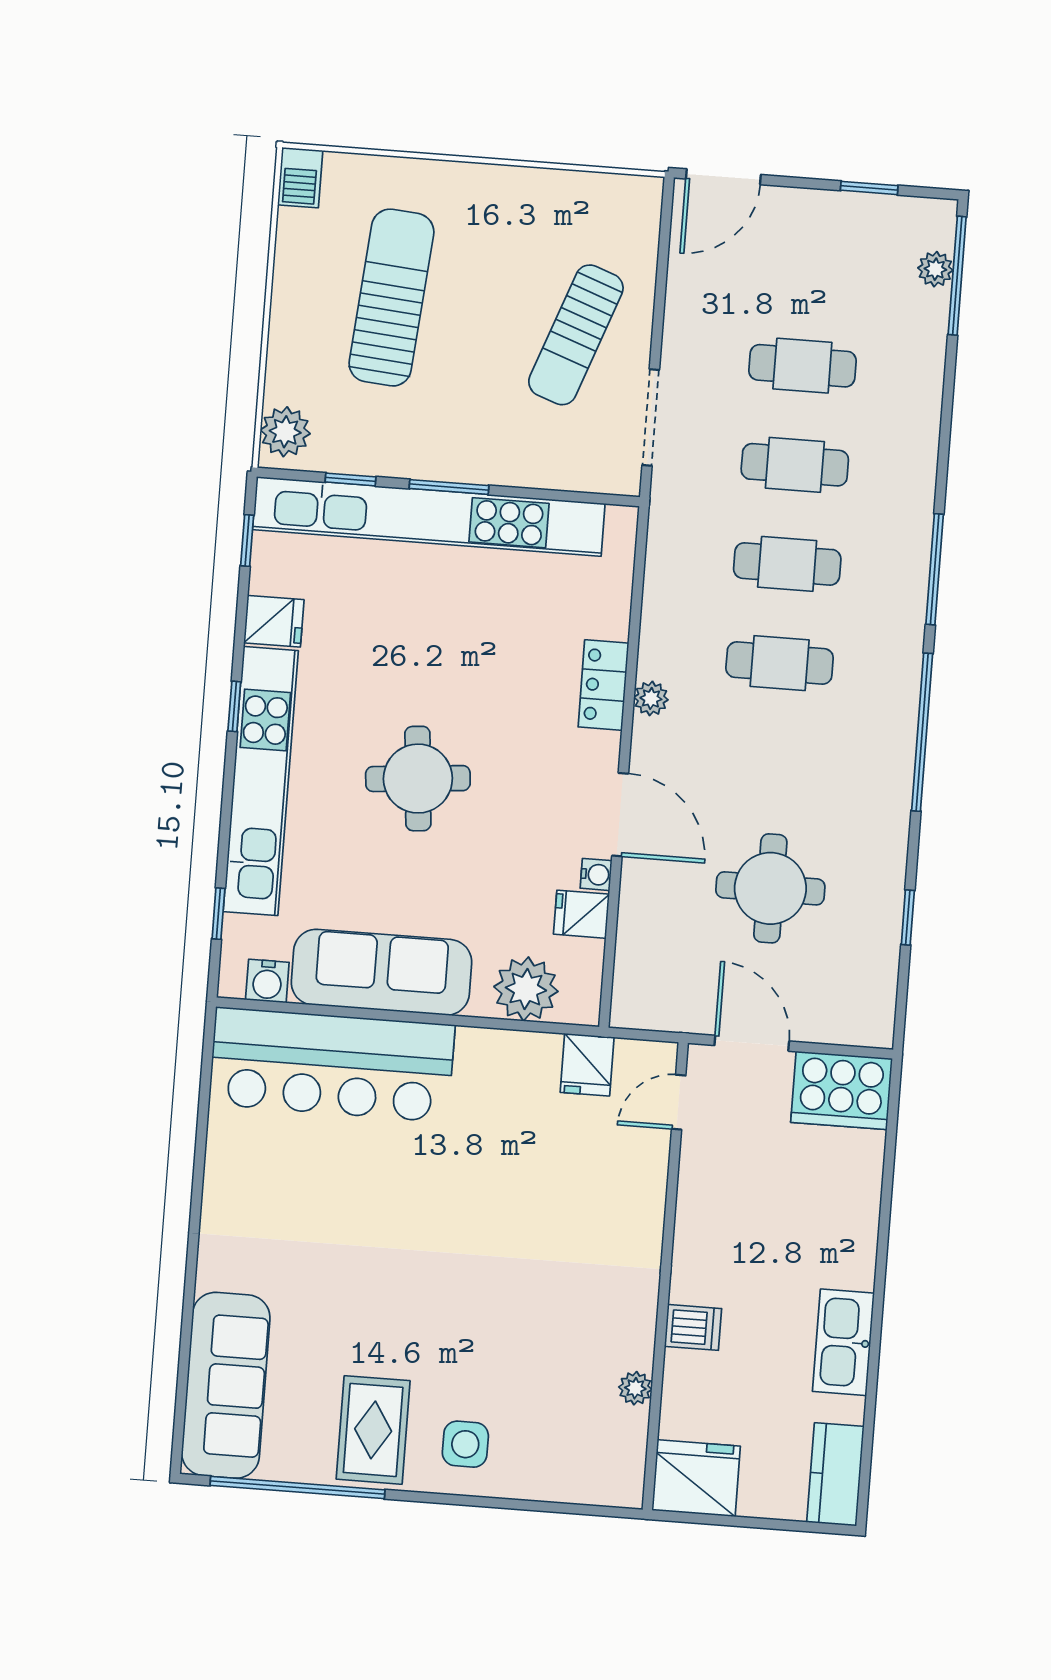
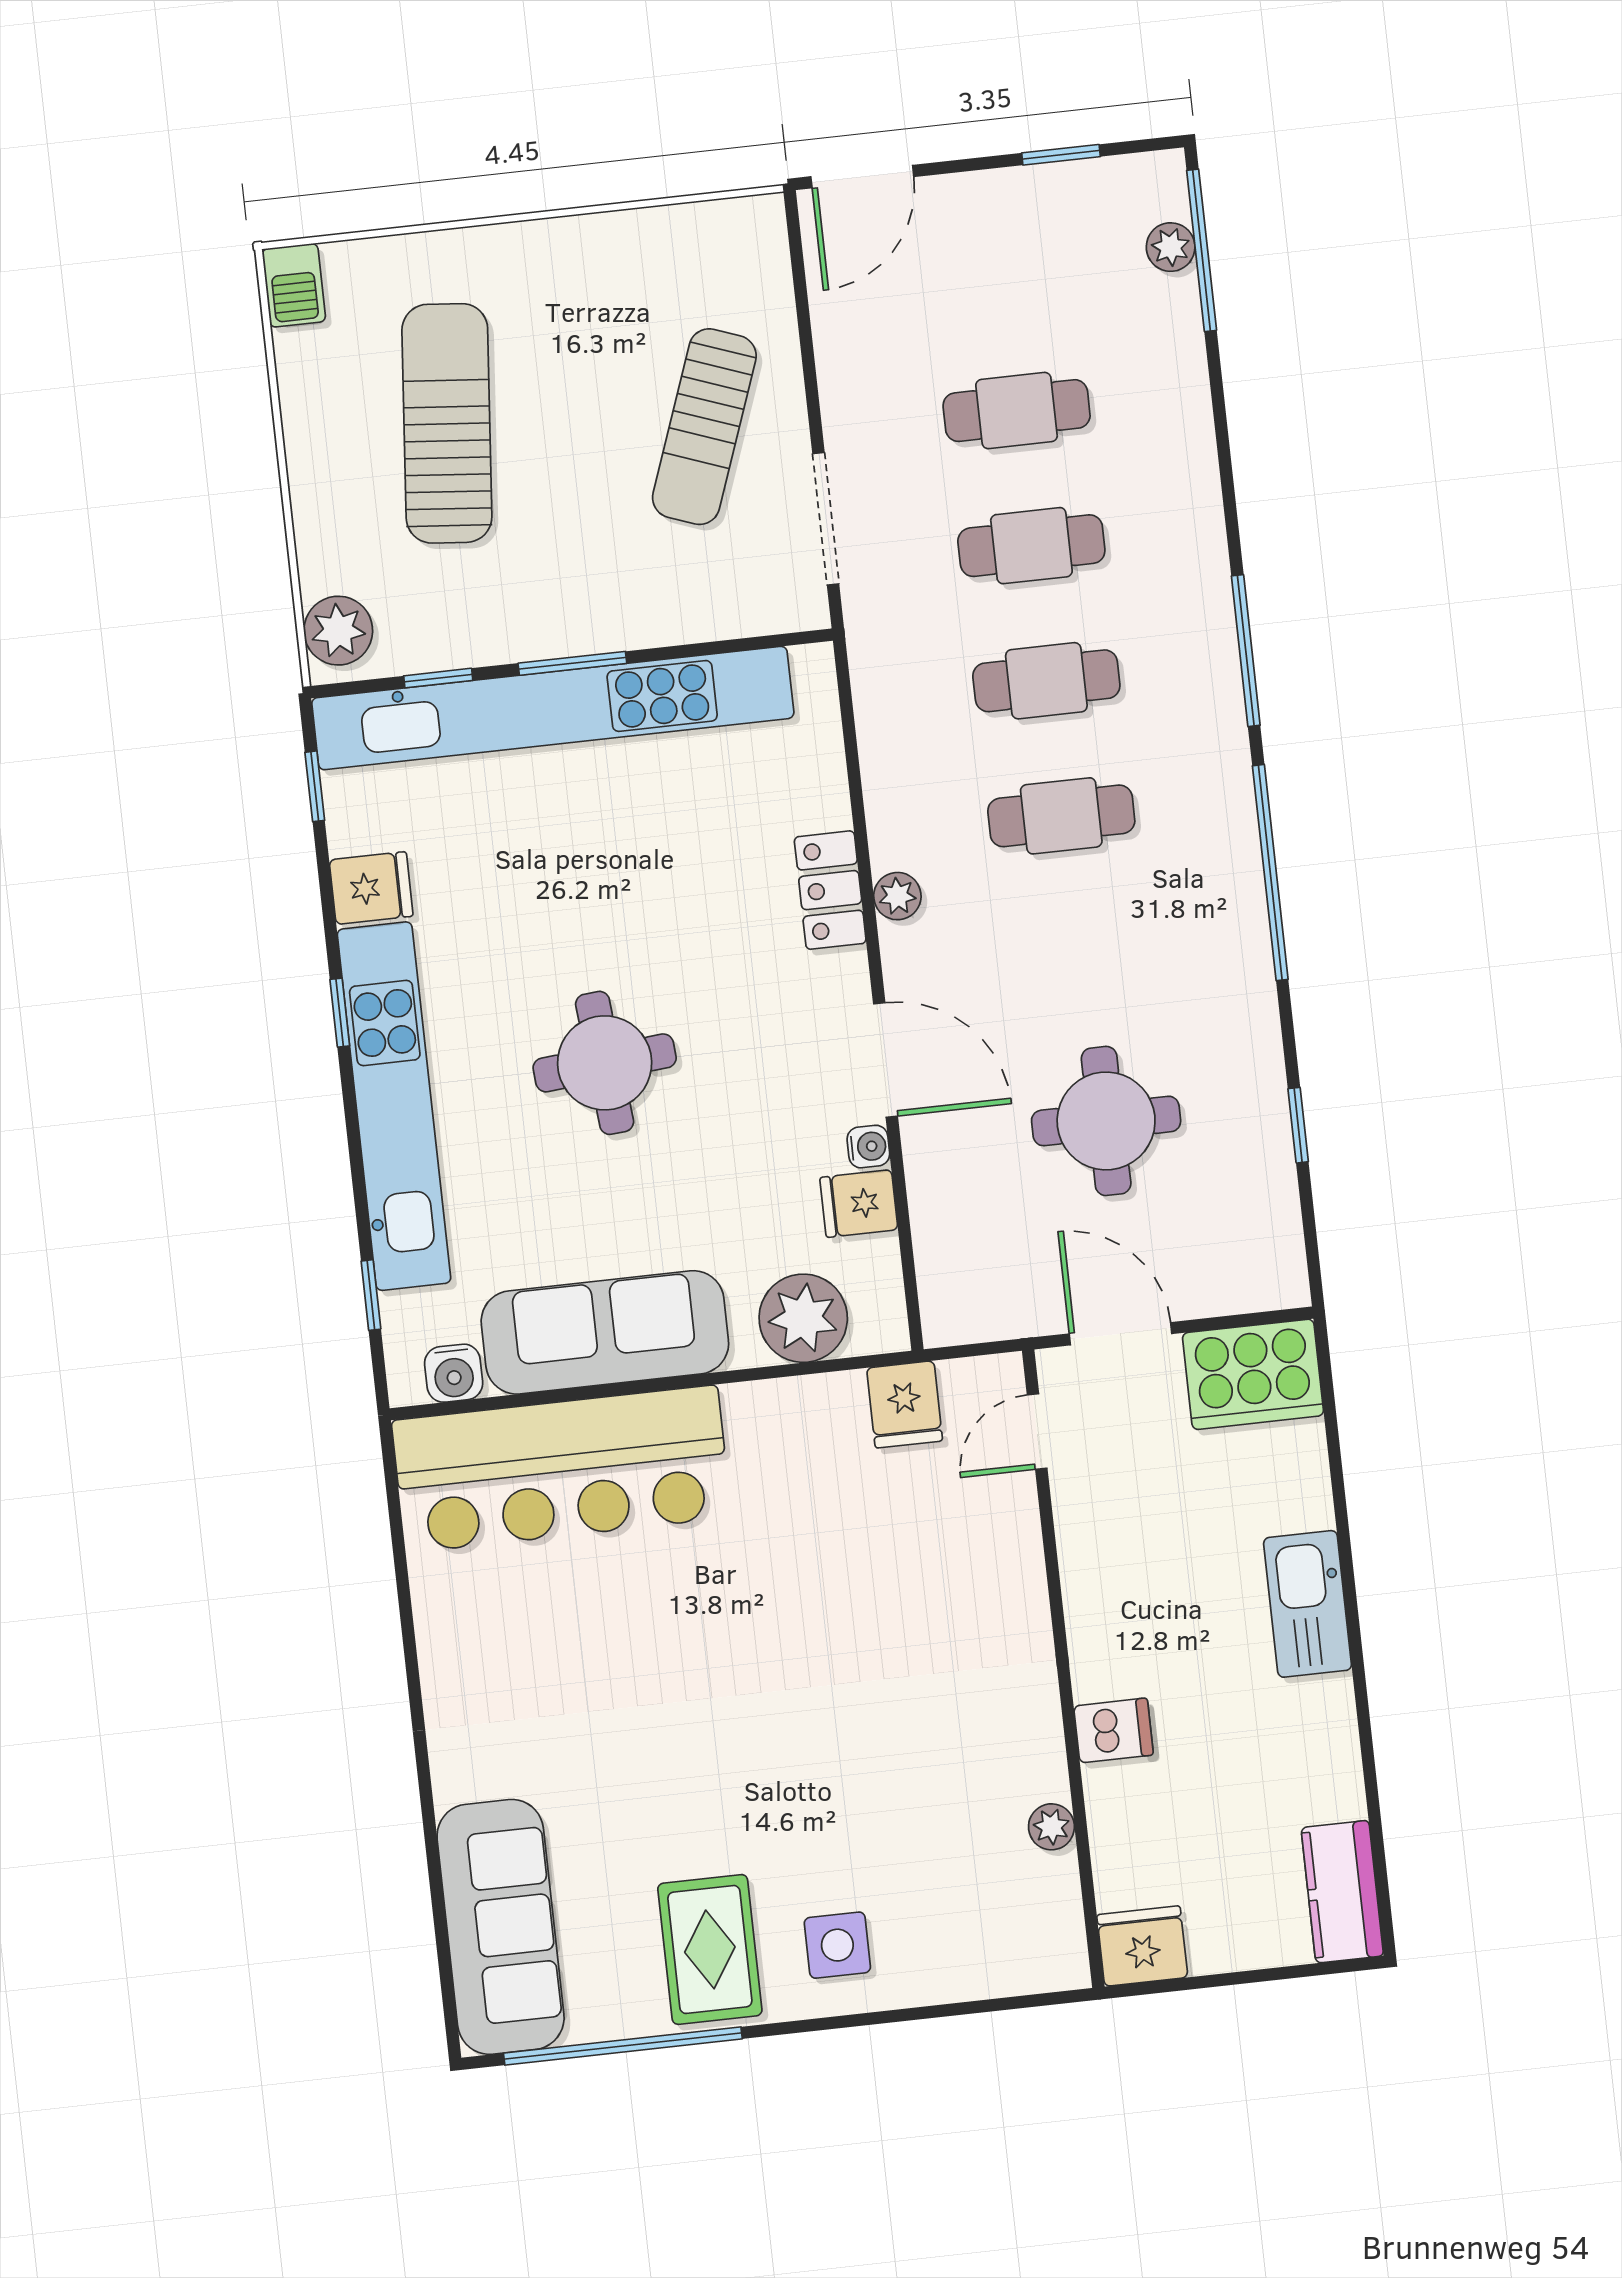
kitchen sink: (843, 1342) -> (1308, 1604), moved
fridge: (696, 1478) -> (1142, 1946), width x0.73, depth x0.75

